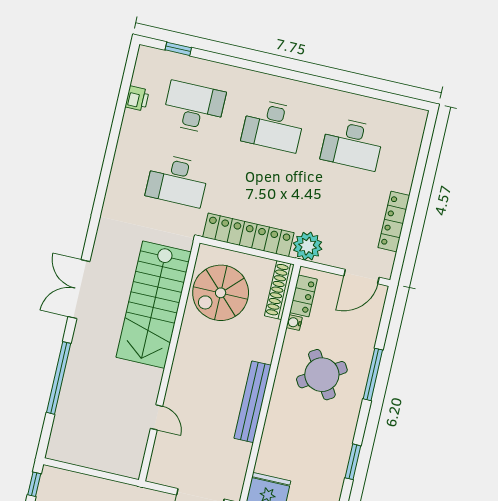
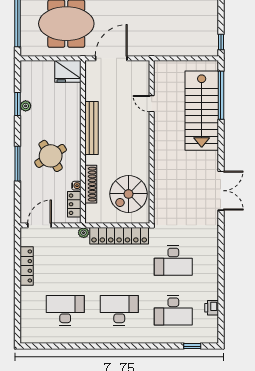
desk: (177, 180) -> (173, 260), turned 180
plant: (308, 246) -> (84, 233), width x0.53, depth x0.53
double door: (79, 289) -> (221, 191), moved
shoe rack: (279, 290) -> (91, 184), moved
spiral stairs: (221, 293) -> (129, 194), turned 180
stairs: (154, 305) -> (202, 111), moved, turned 180
window: (59, 378) -> (221, 95), moved
plant: (342, 456) -> (26, 106), added

